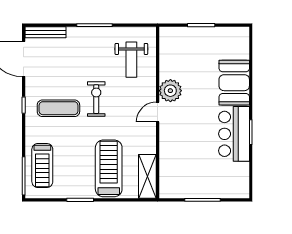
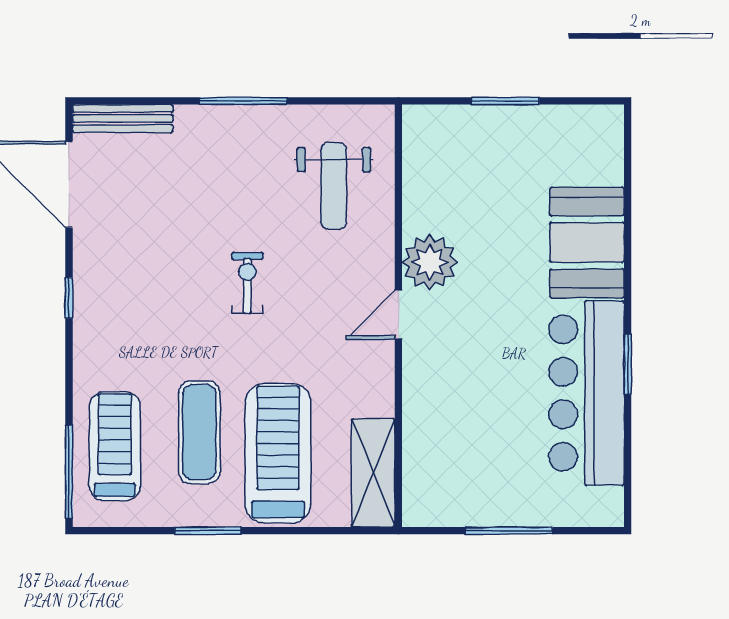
exercise bike: (96, 99) -> (247, 283), width x0.73, depth x0.72
exercise mat: (58, 108) -> (199, 432), moved, turned 90
bar counter: (234, 134) -> (586, 393), width x1.36
treadmill: (42, 165) -> (115, 446), turned 180

